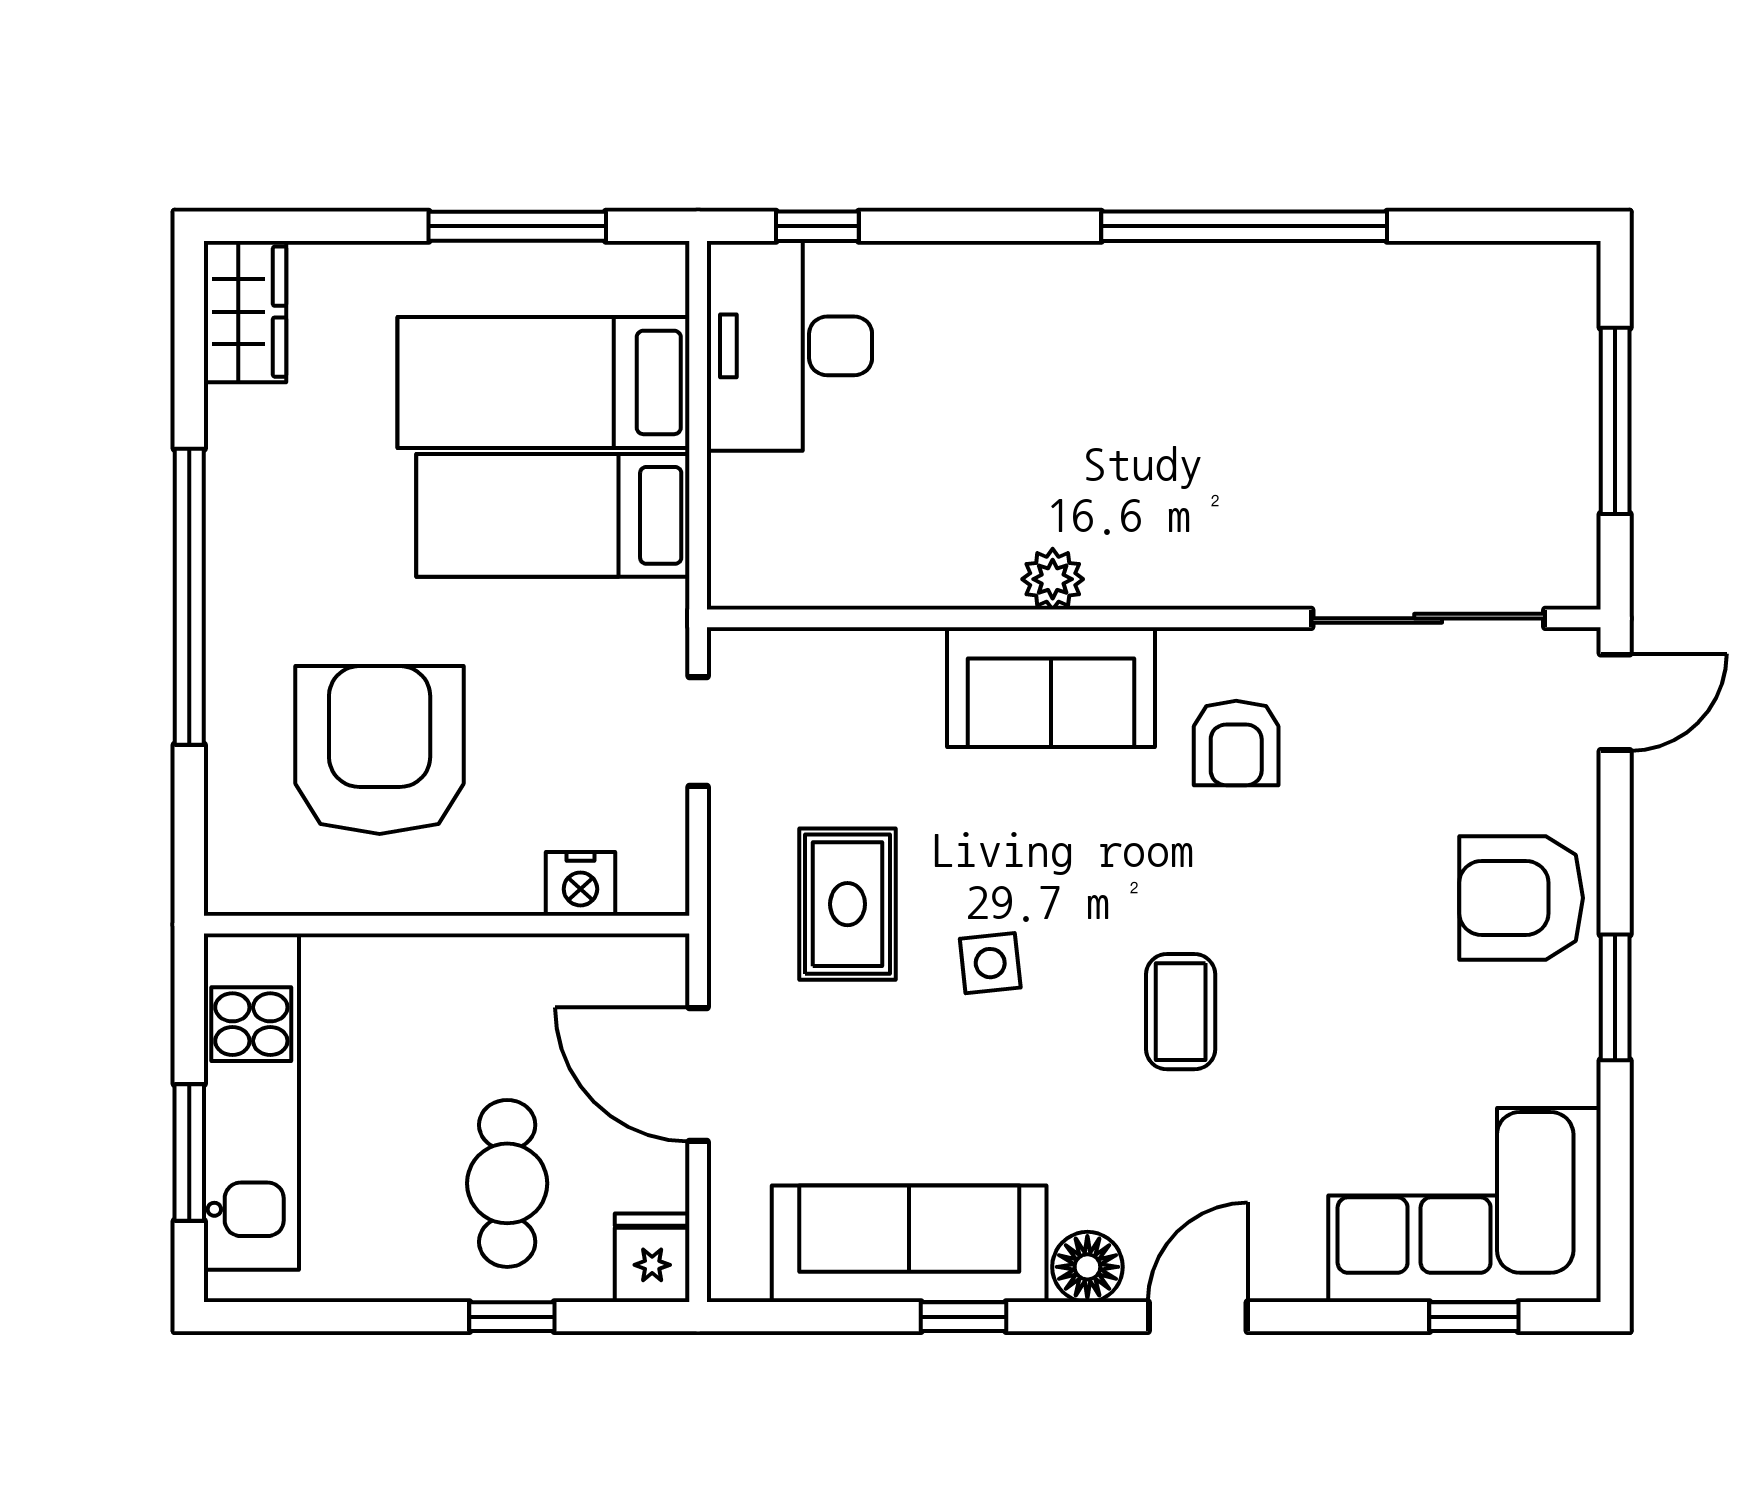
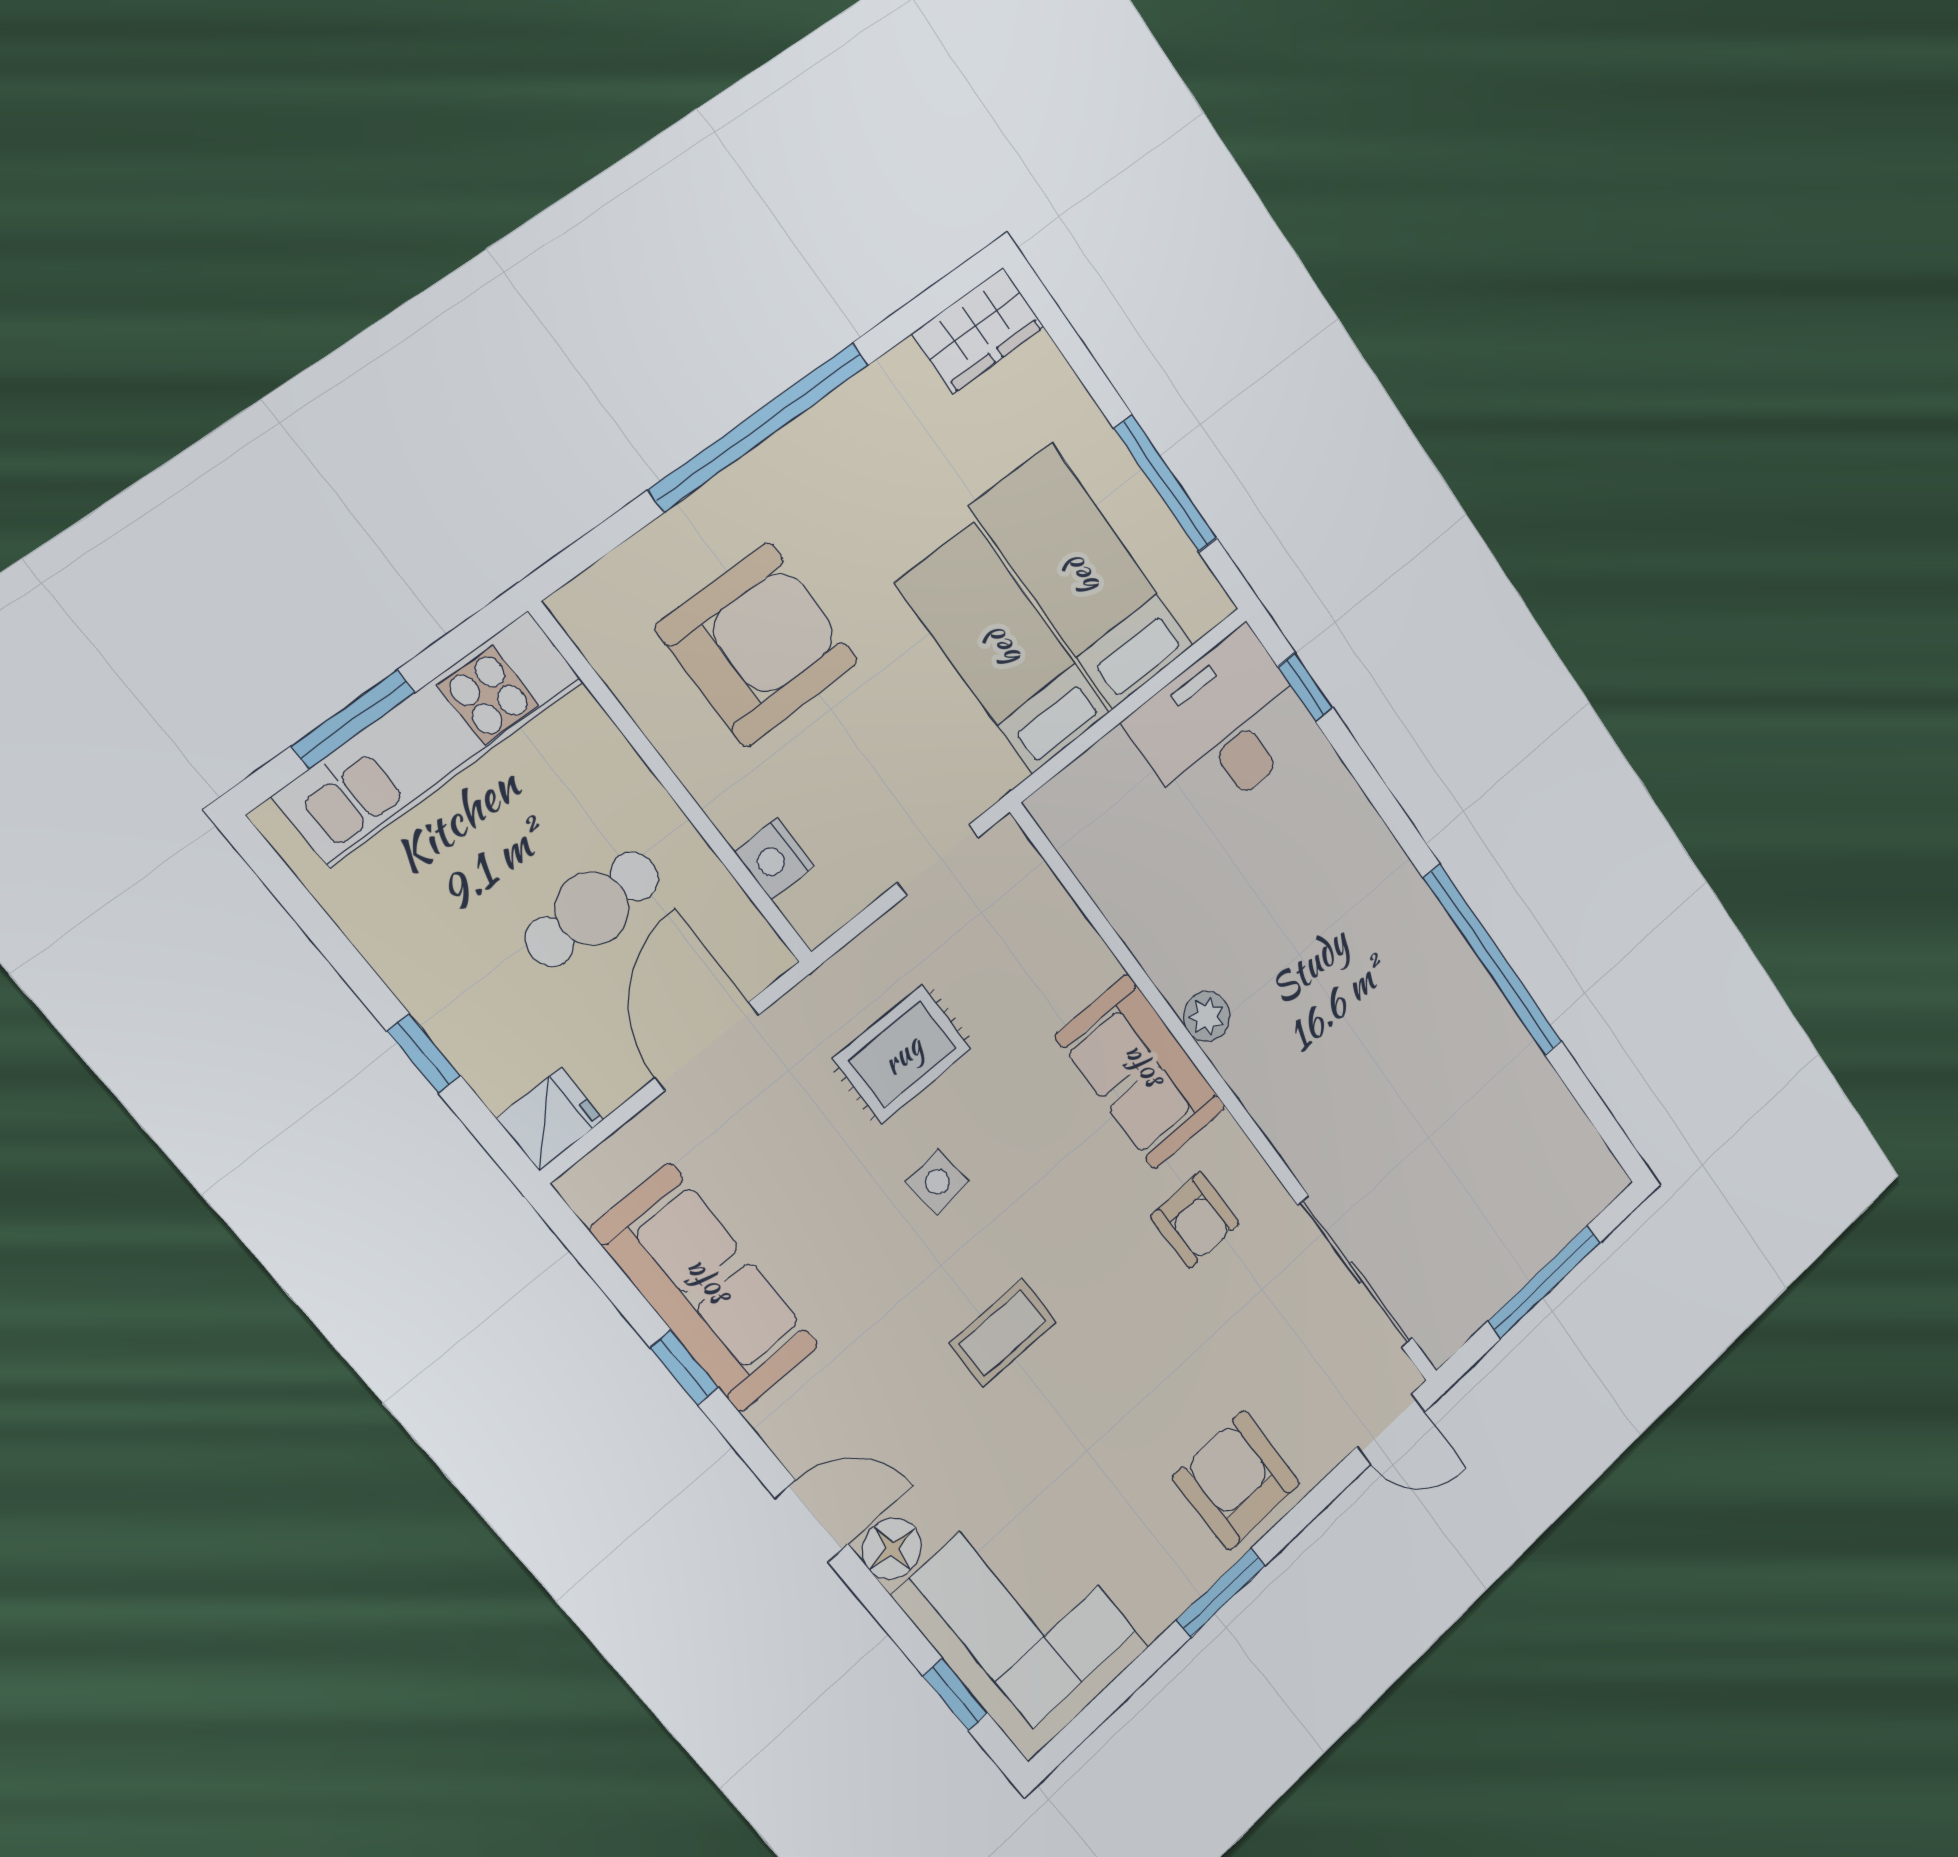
armchair: (1236, 743) -> (1195, 1220), turned -90
cafe table: (507, 1183) -> (592, 909), moved
floor lamp: (1087, 1267) -> (892, 1549), moved

